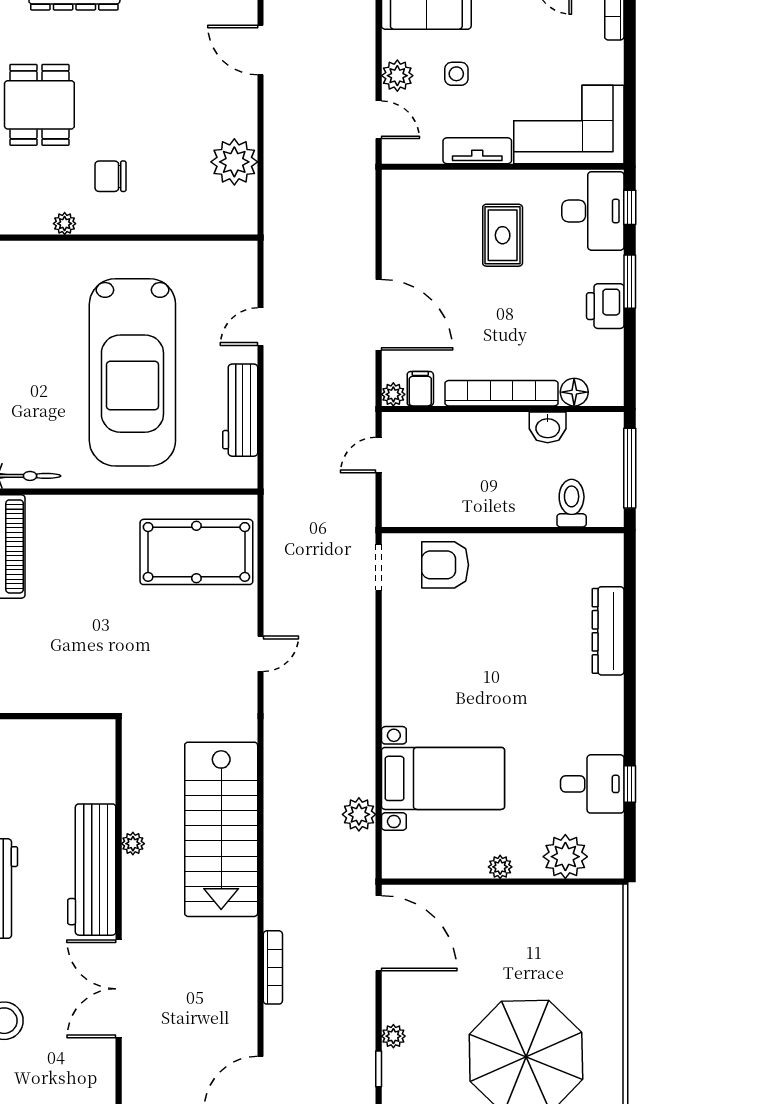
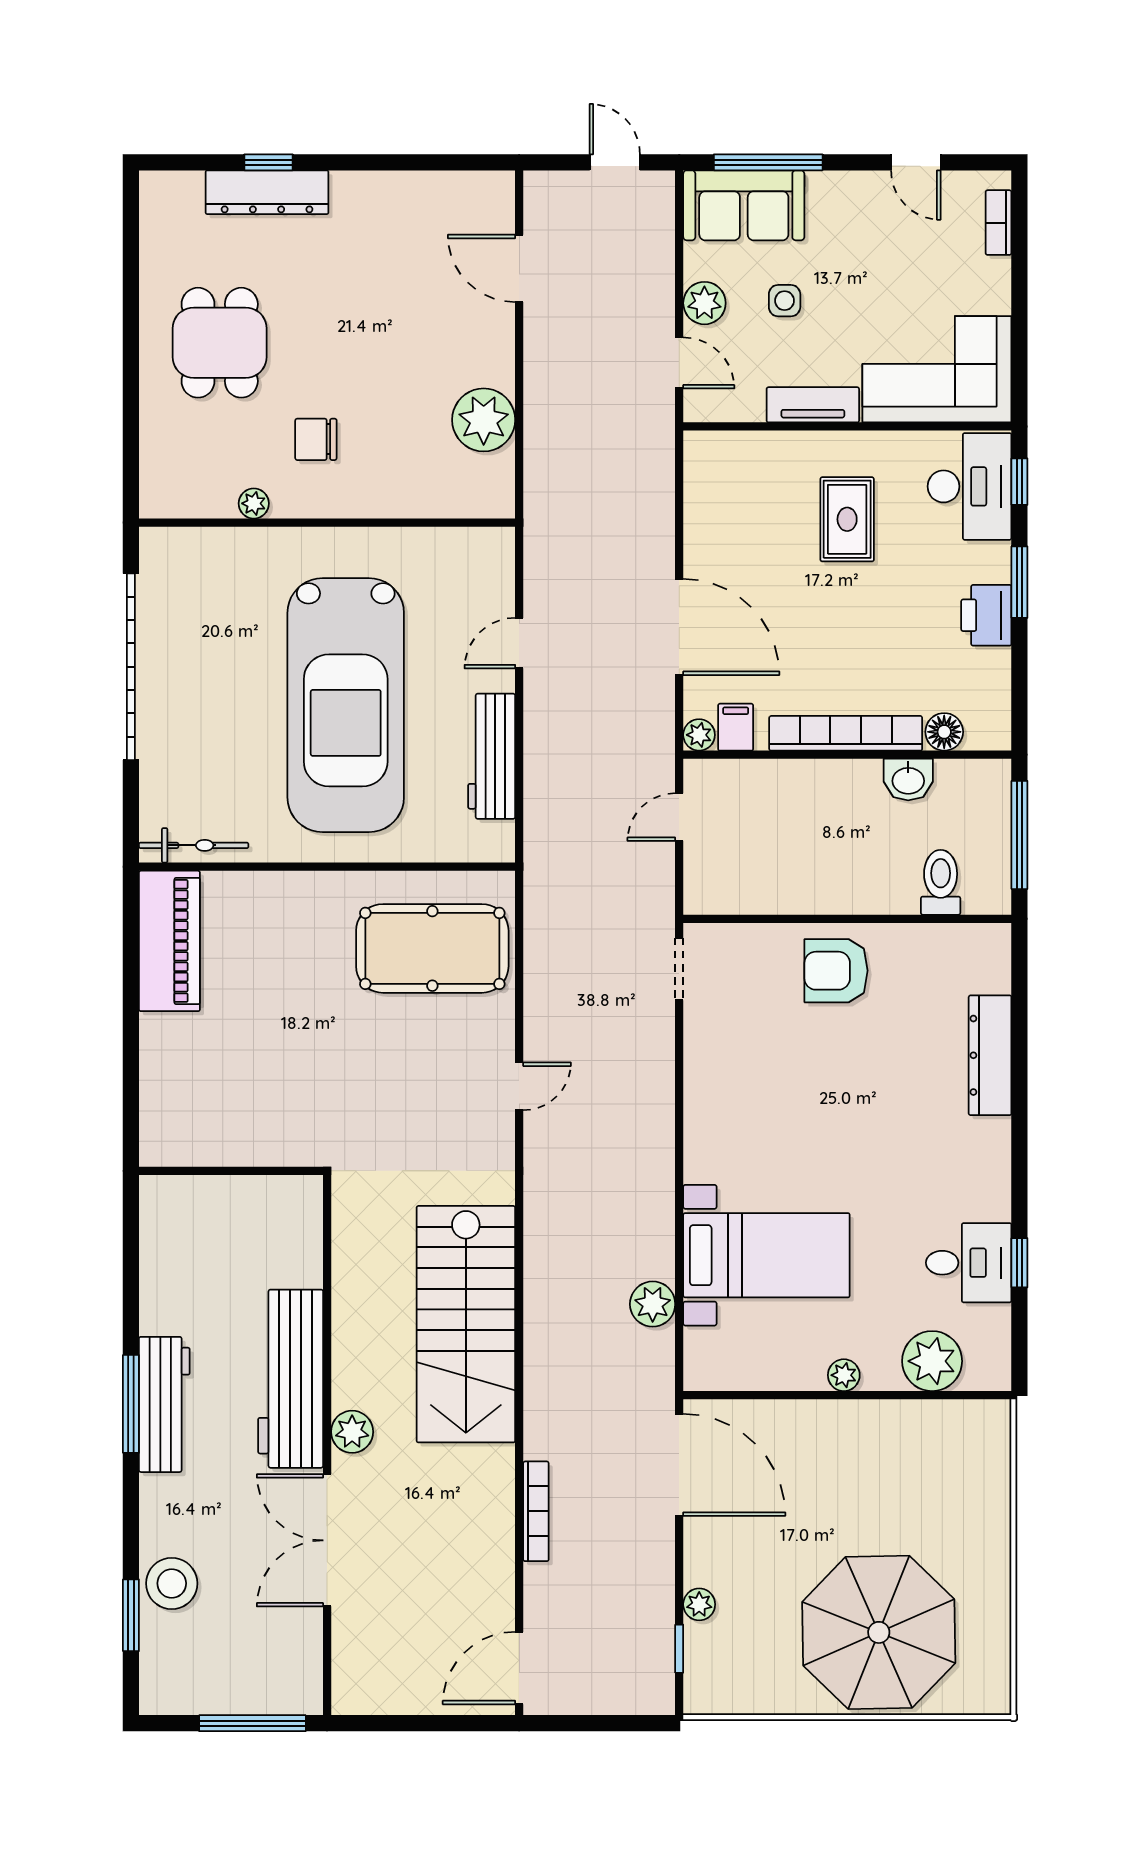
armchair: (445, 565) -> (836, 971), moved
plant: (133, 844) -> (352, 1432), moved, width x1.38, depth x1.38

